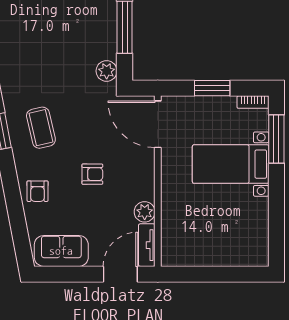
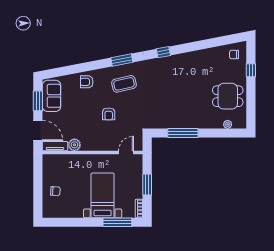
plant: (107, 71) -> (157, 122), removed
door: (158, 124) -> (126, 153), width x0.53
armchair: (92, 174) -> (109, 114), moved
chair: (223, 244) -> (55, 191), added
window: (70, 274) -> (38, 101), added

